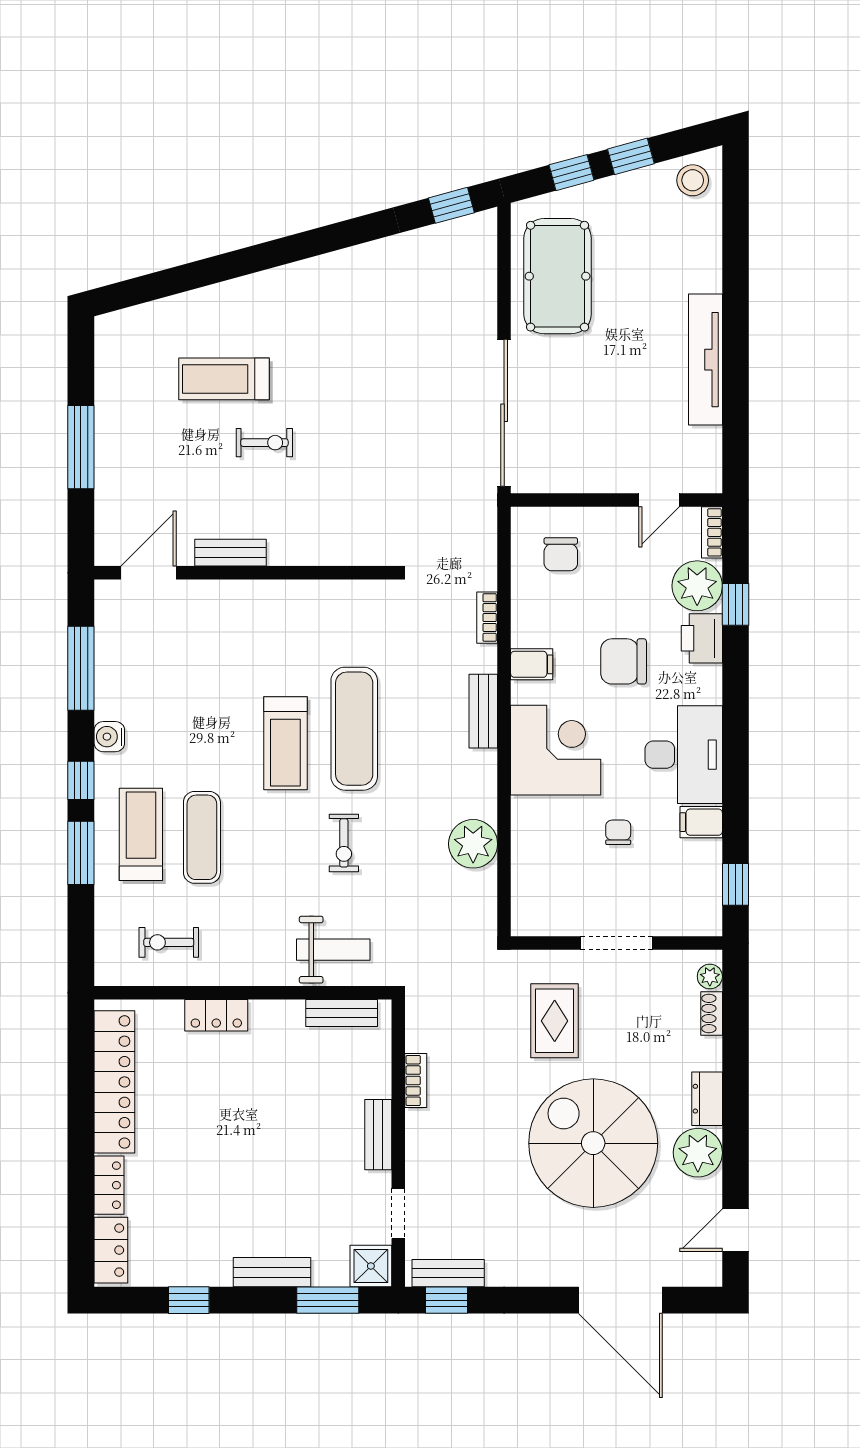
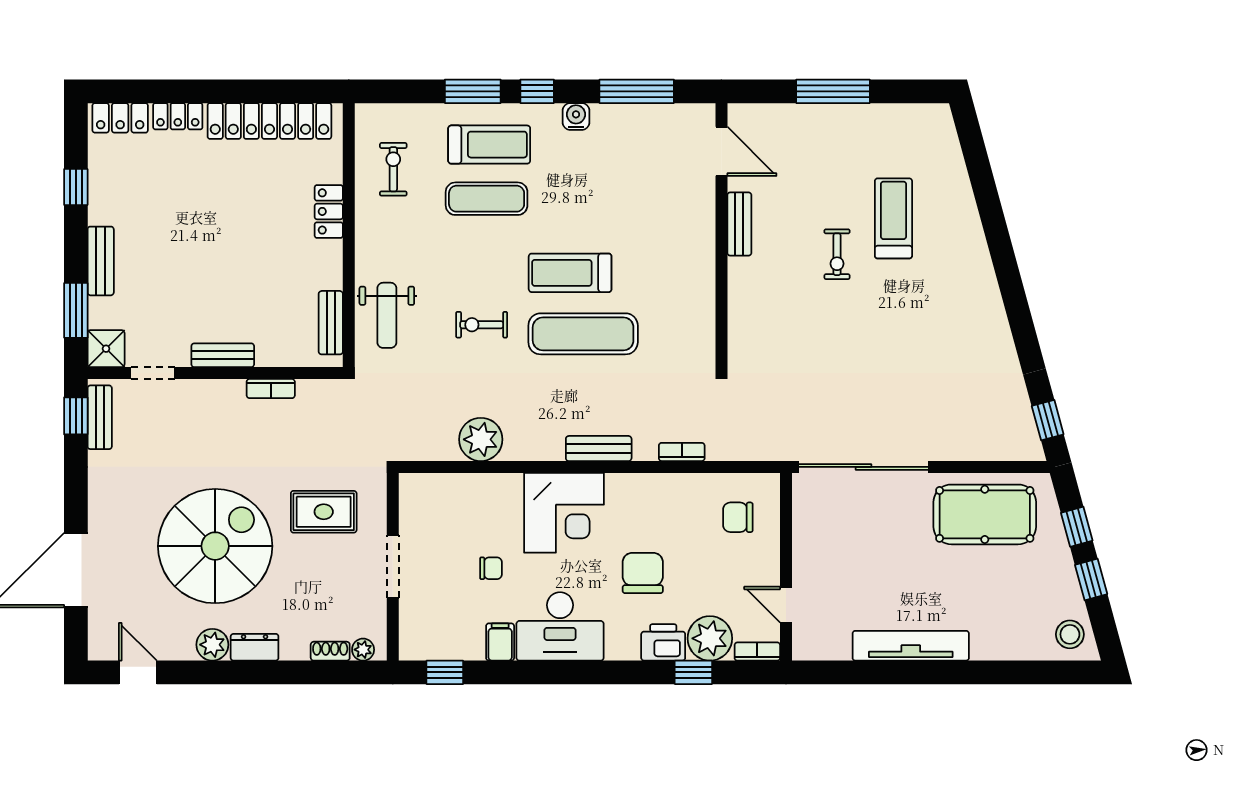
filing cabinet: (532, 664) -> (640, 491), removed
plant: (698, 1153) -> (212, 645), width x0.73, depth x0.73

